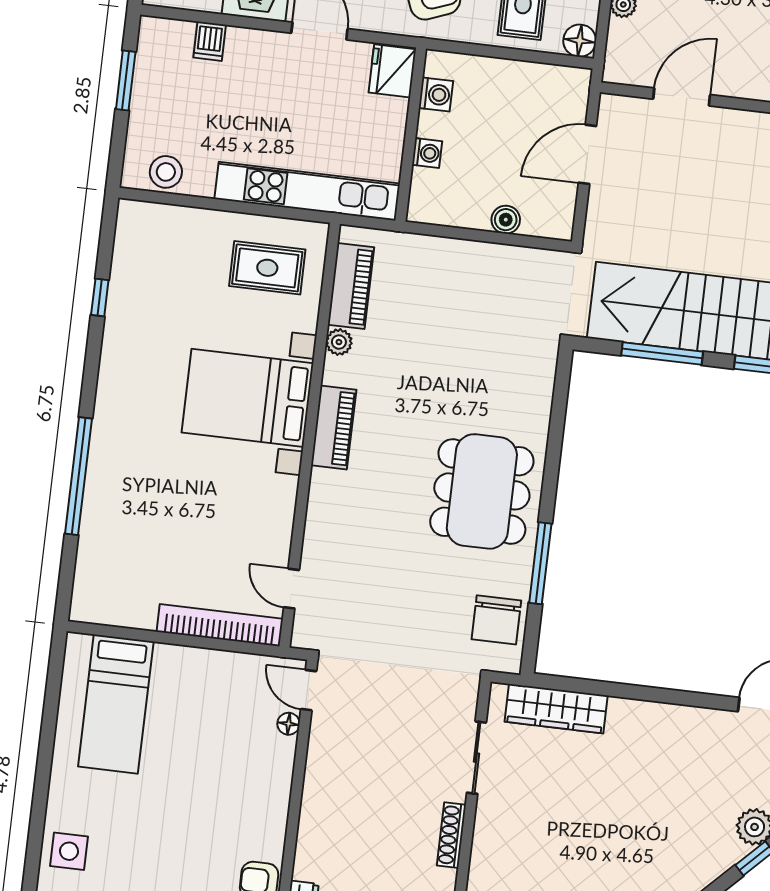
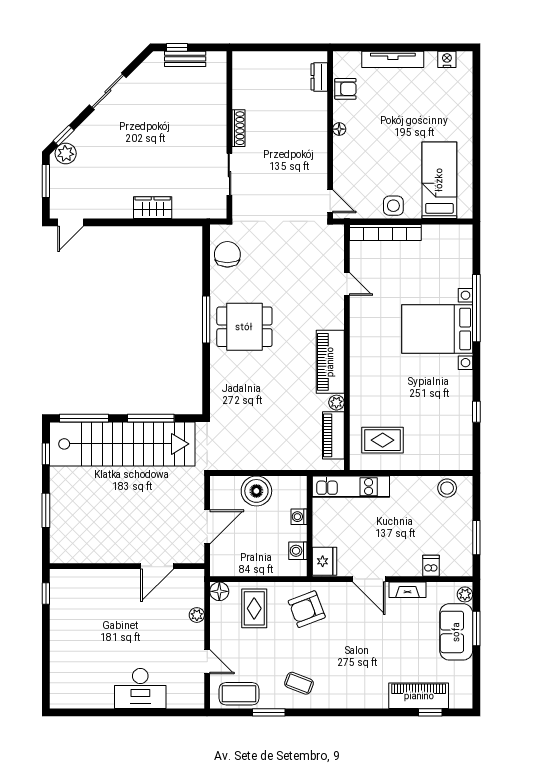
kitchen unit: (307, 191) -> (351, 487), width x0.73
boiler: (506, 220) -> (256, 491), width x1.86, depth x1.86
bed with nightstands: (248, 398) -> (437, 329), moved, turned 180
piano: (334, 427) -> (330, 362), width x1.37, depth x1.33
dining table: (482, 491) -> (244, 327), width x0.73
window: (540, 563) -> (206, 320), moved
door: (291, 589) -> (347, 284), moved
wardrobe: (556, 709) -> (153, 208), moved, width x0.67
floor lamp: (289, 724) -> (339, 129), moved
side table: (69, 851) -> (393, 206), moved

